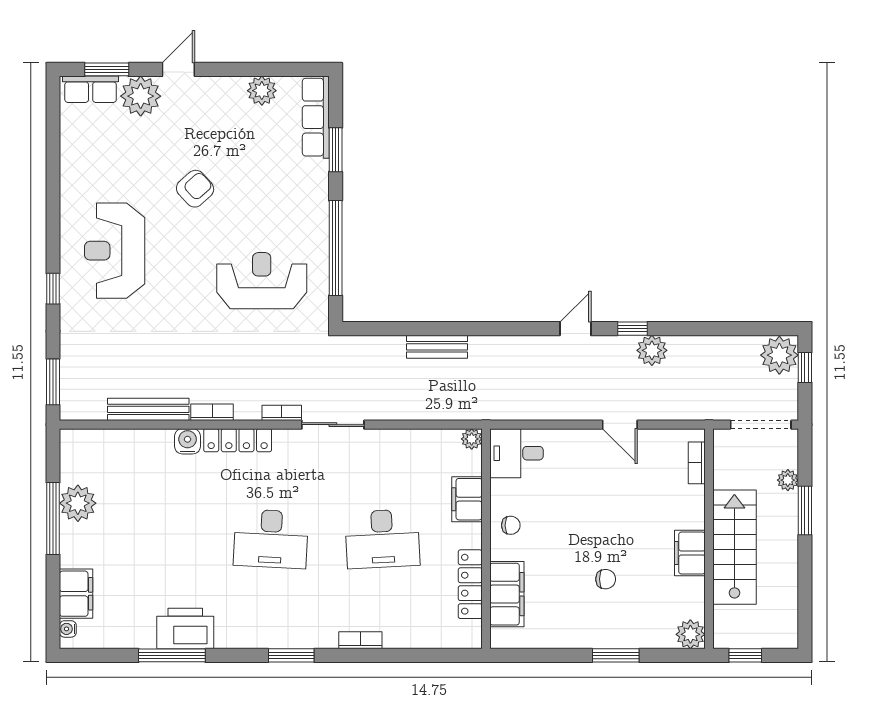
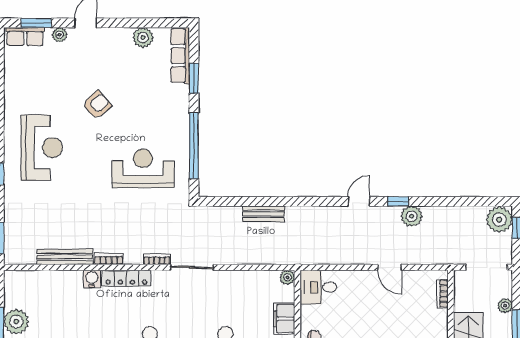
plant: (141, 96) -> (60, 35), width x0.53, depth x0.53
reception desk: (115, 251) -> (42, 148), turned 180

